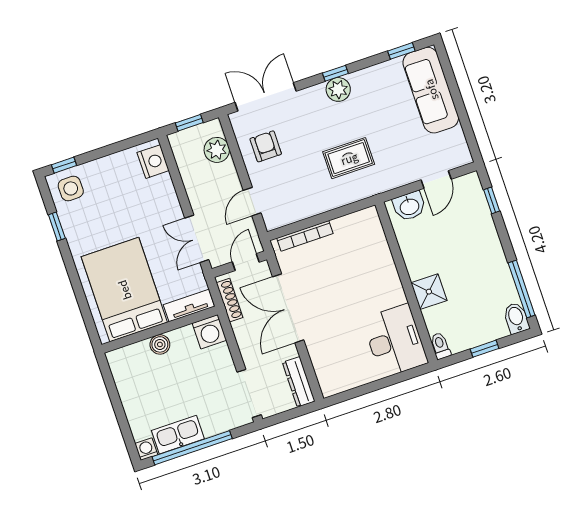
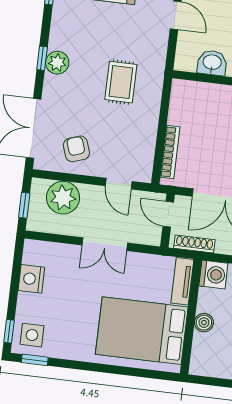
armchair: (266, 146) -> (76, 149), turned 71
plant: (217, 150) -> (63, 198), width x1.36, depth x1.36
nightstand: (153, 162) -> (31, 279), moved, turned -90
washbasin: (409, 206) -> (212, 63), moved, turned -90
window: (57, 227) -> (35, 360), moved
double door: (197, 239) -> (105, 244), moved

